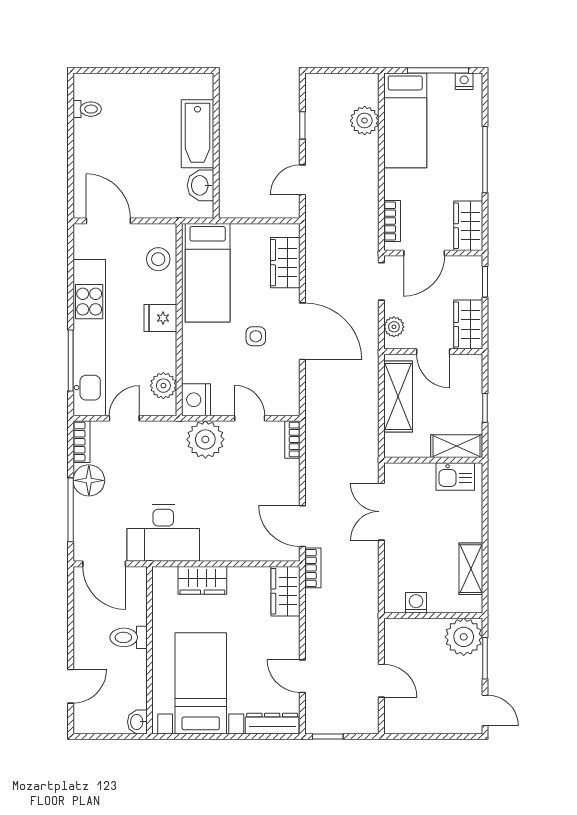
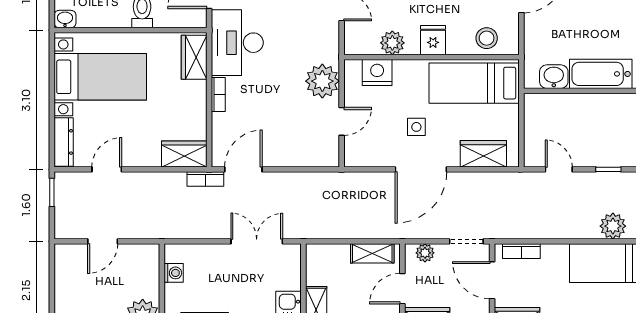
plant: (163, 386) -> (392, 43), moved
shelving: (398, 397) -> (372, 253), width x0.67, depth x0.75
nightstand: (196, 400) -> (377, 73), moved
bookcase: (292, 440) -> (218, 94), moved, turned 90
wardrobe: (202, 580) -> (194, 57), moved

